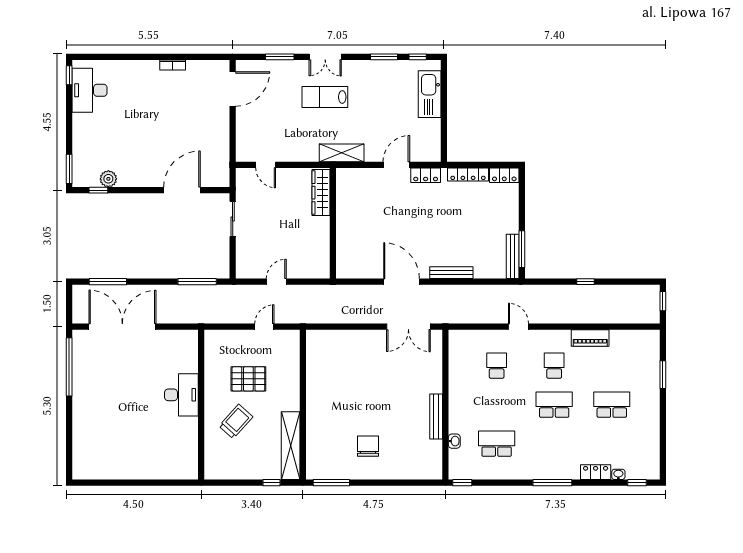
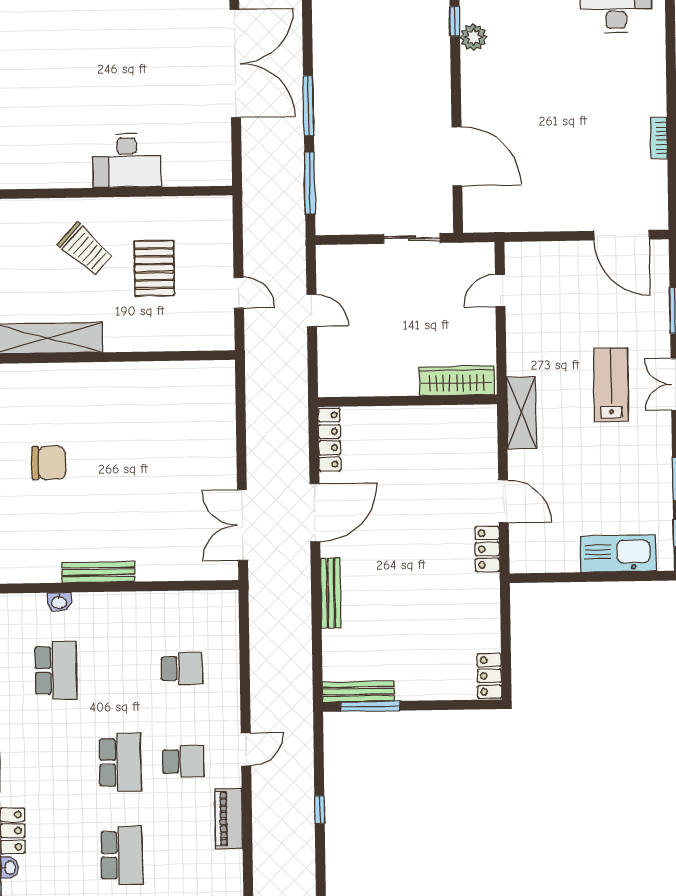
locker: (468, 174) -> (329, 440), moved, turned 180
window: (108, 282) -> (308, 106), moved
door: (518, 327) -> (246, 749), moved

